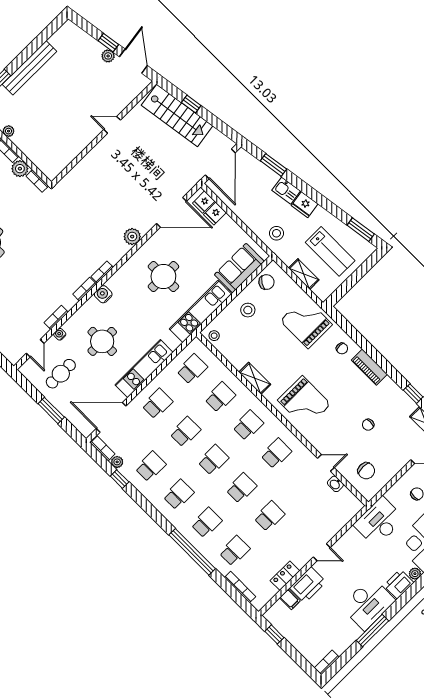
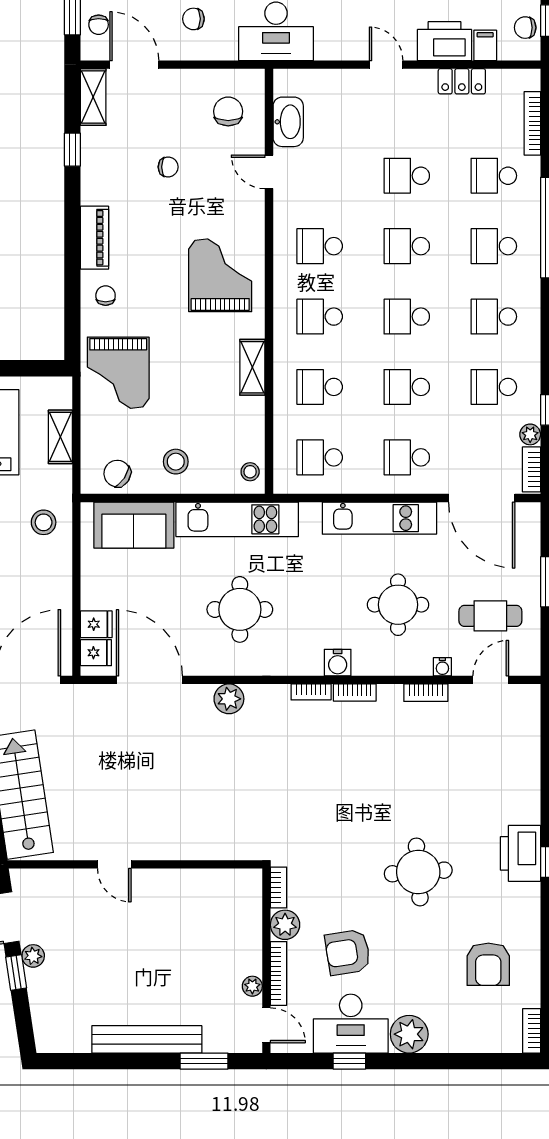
washbasin: (335, 484) -> (288, 122), width x1.91, depth x1.45
chair: (281, 622) -> (525, 28), added

